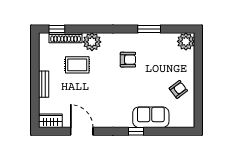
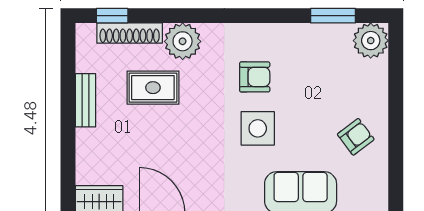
window: (149, 29) -> (333, 16), moved
bench: (44, 84) -> (86, 100), moved
side table: (129, 85) -> (258, 128), added

